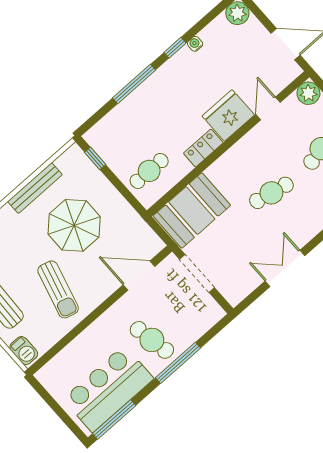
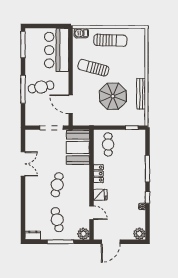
fridge: (228, 115) -> (100, 195), width x0.53, depth x0.75
door: (139, 276) -> (71, 104), swing flipped
bar counter: (108, 389) -> (57, 50), moved, turned 180

